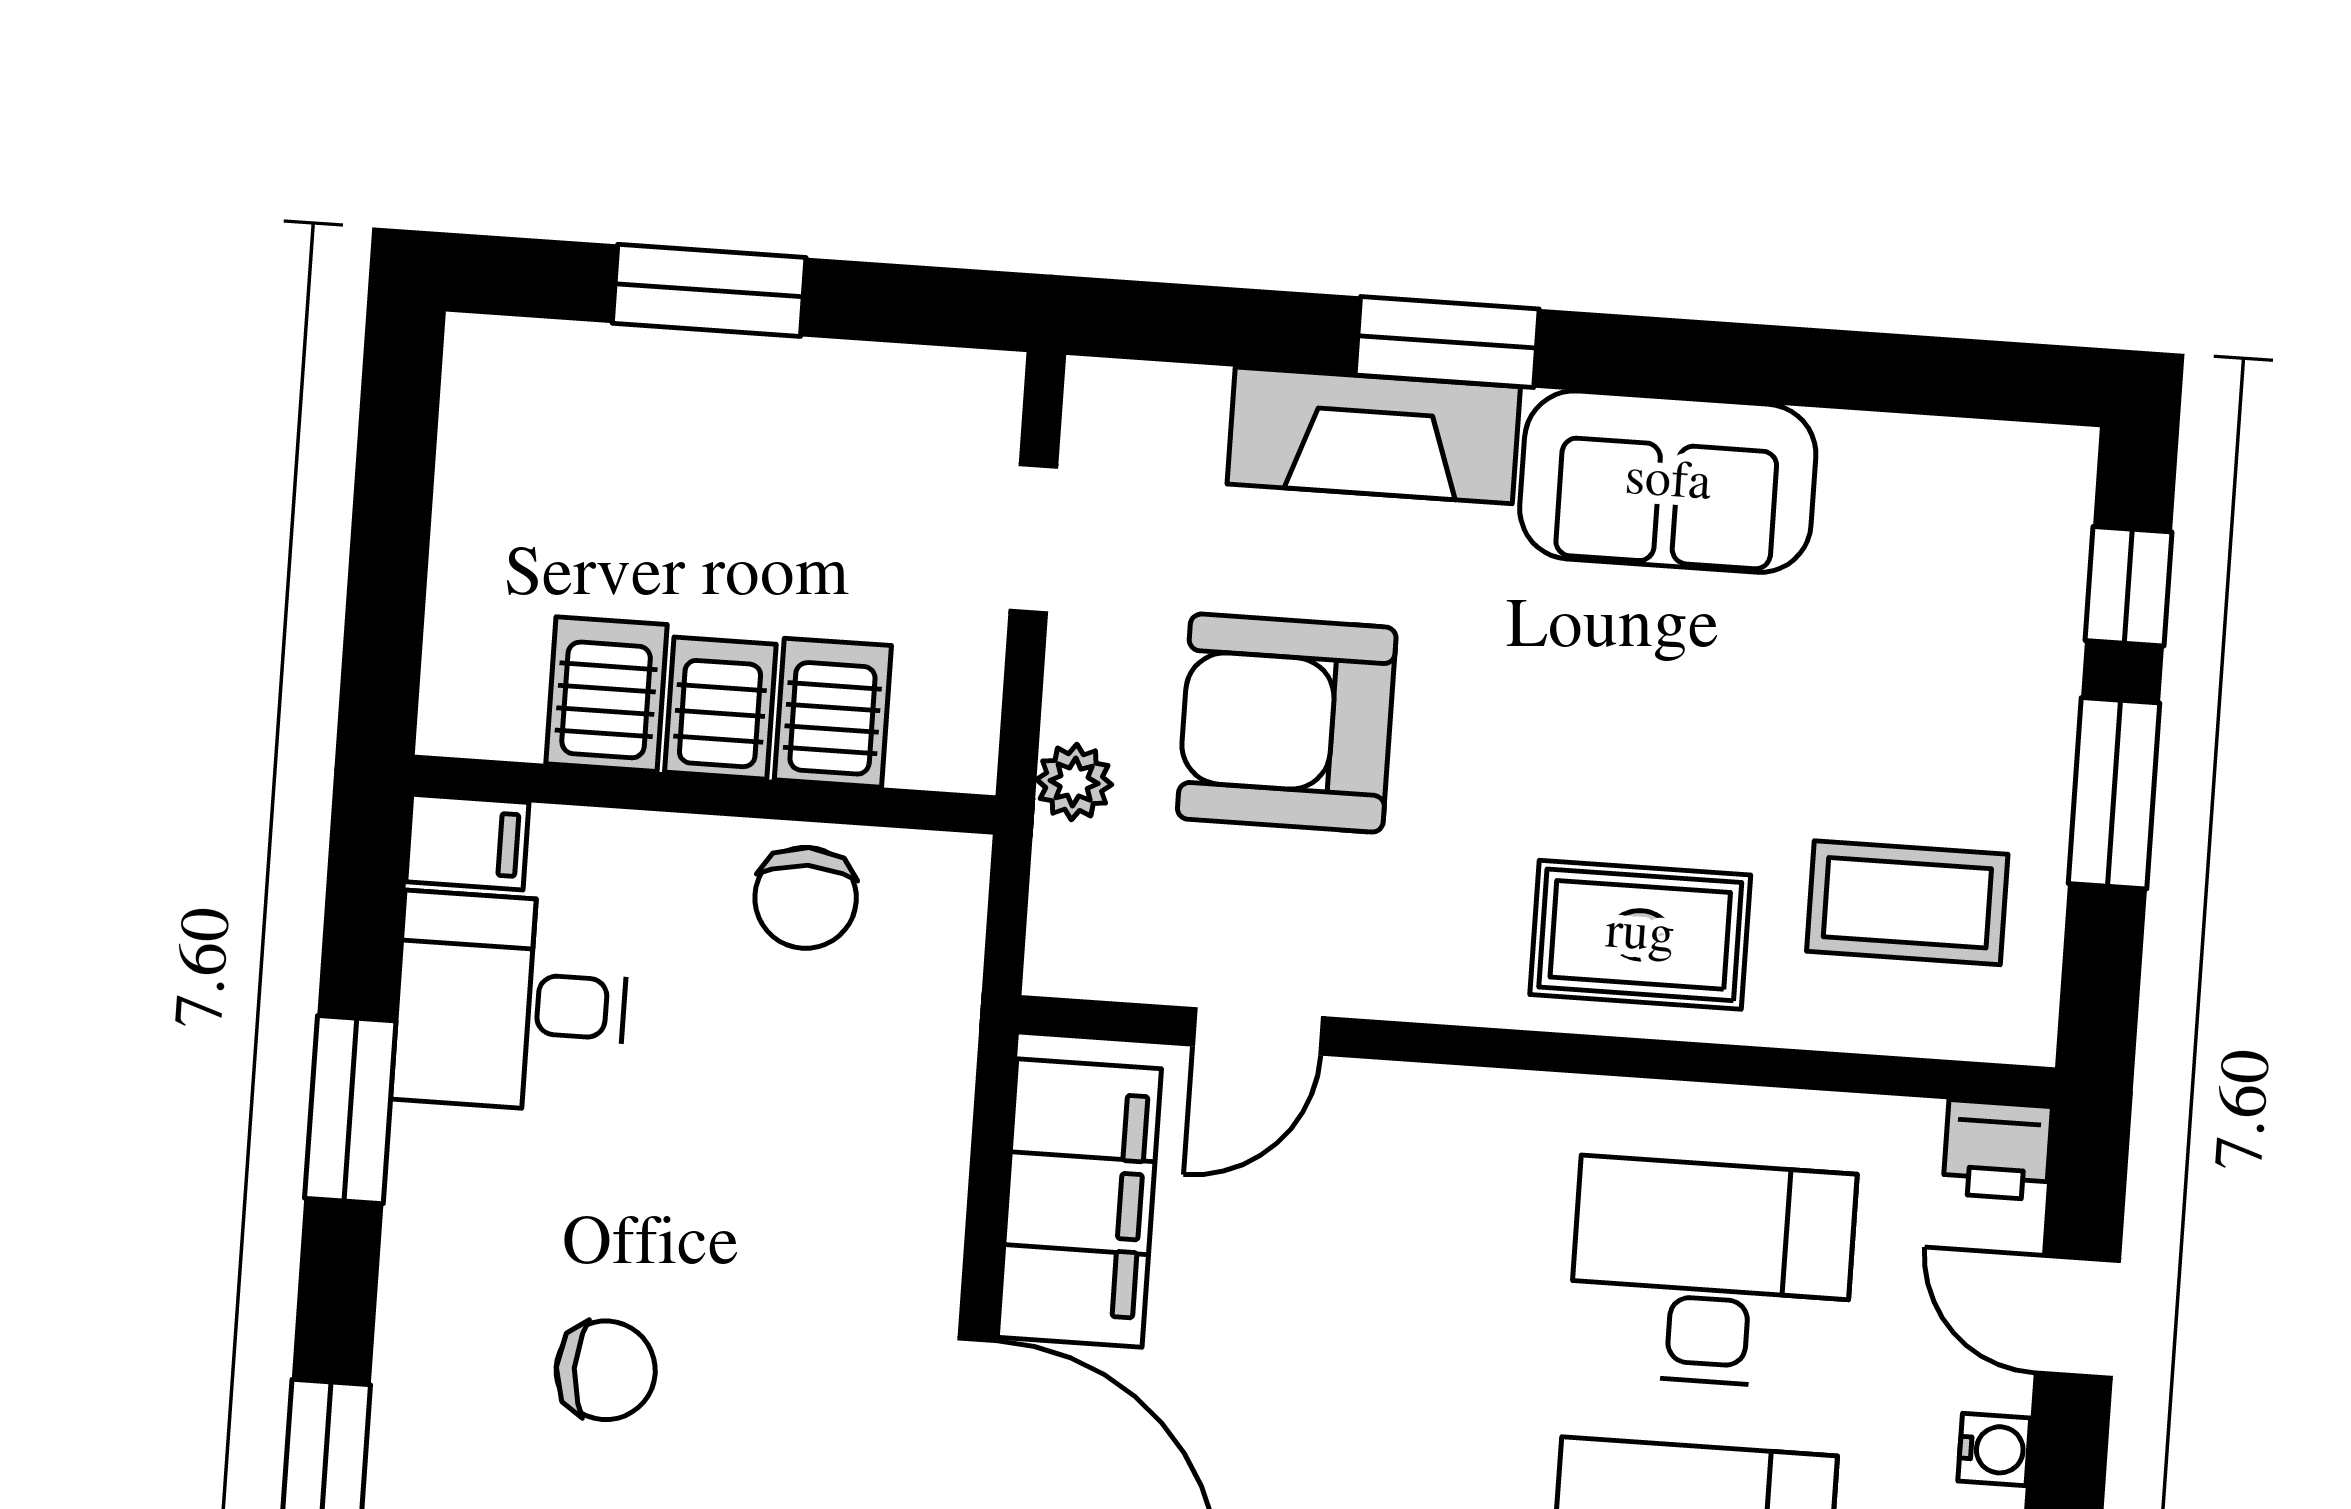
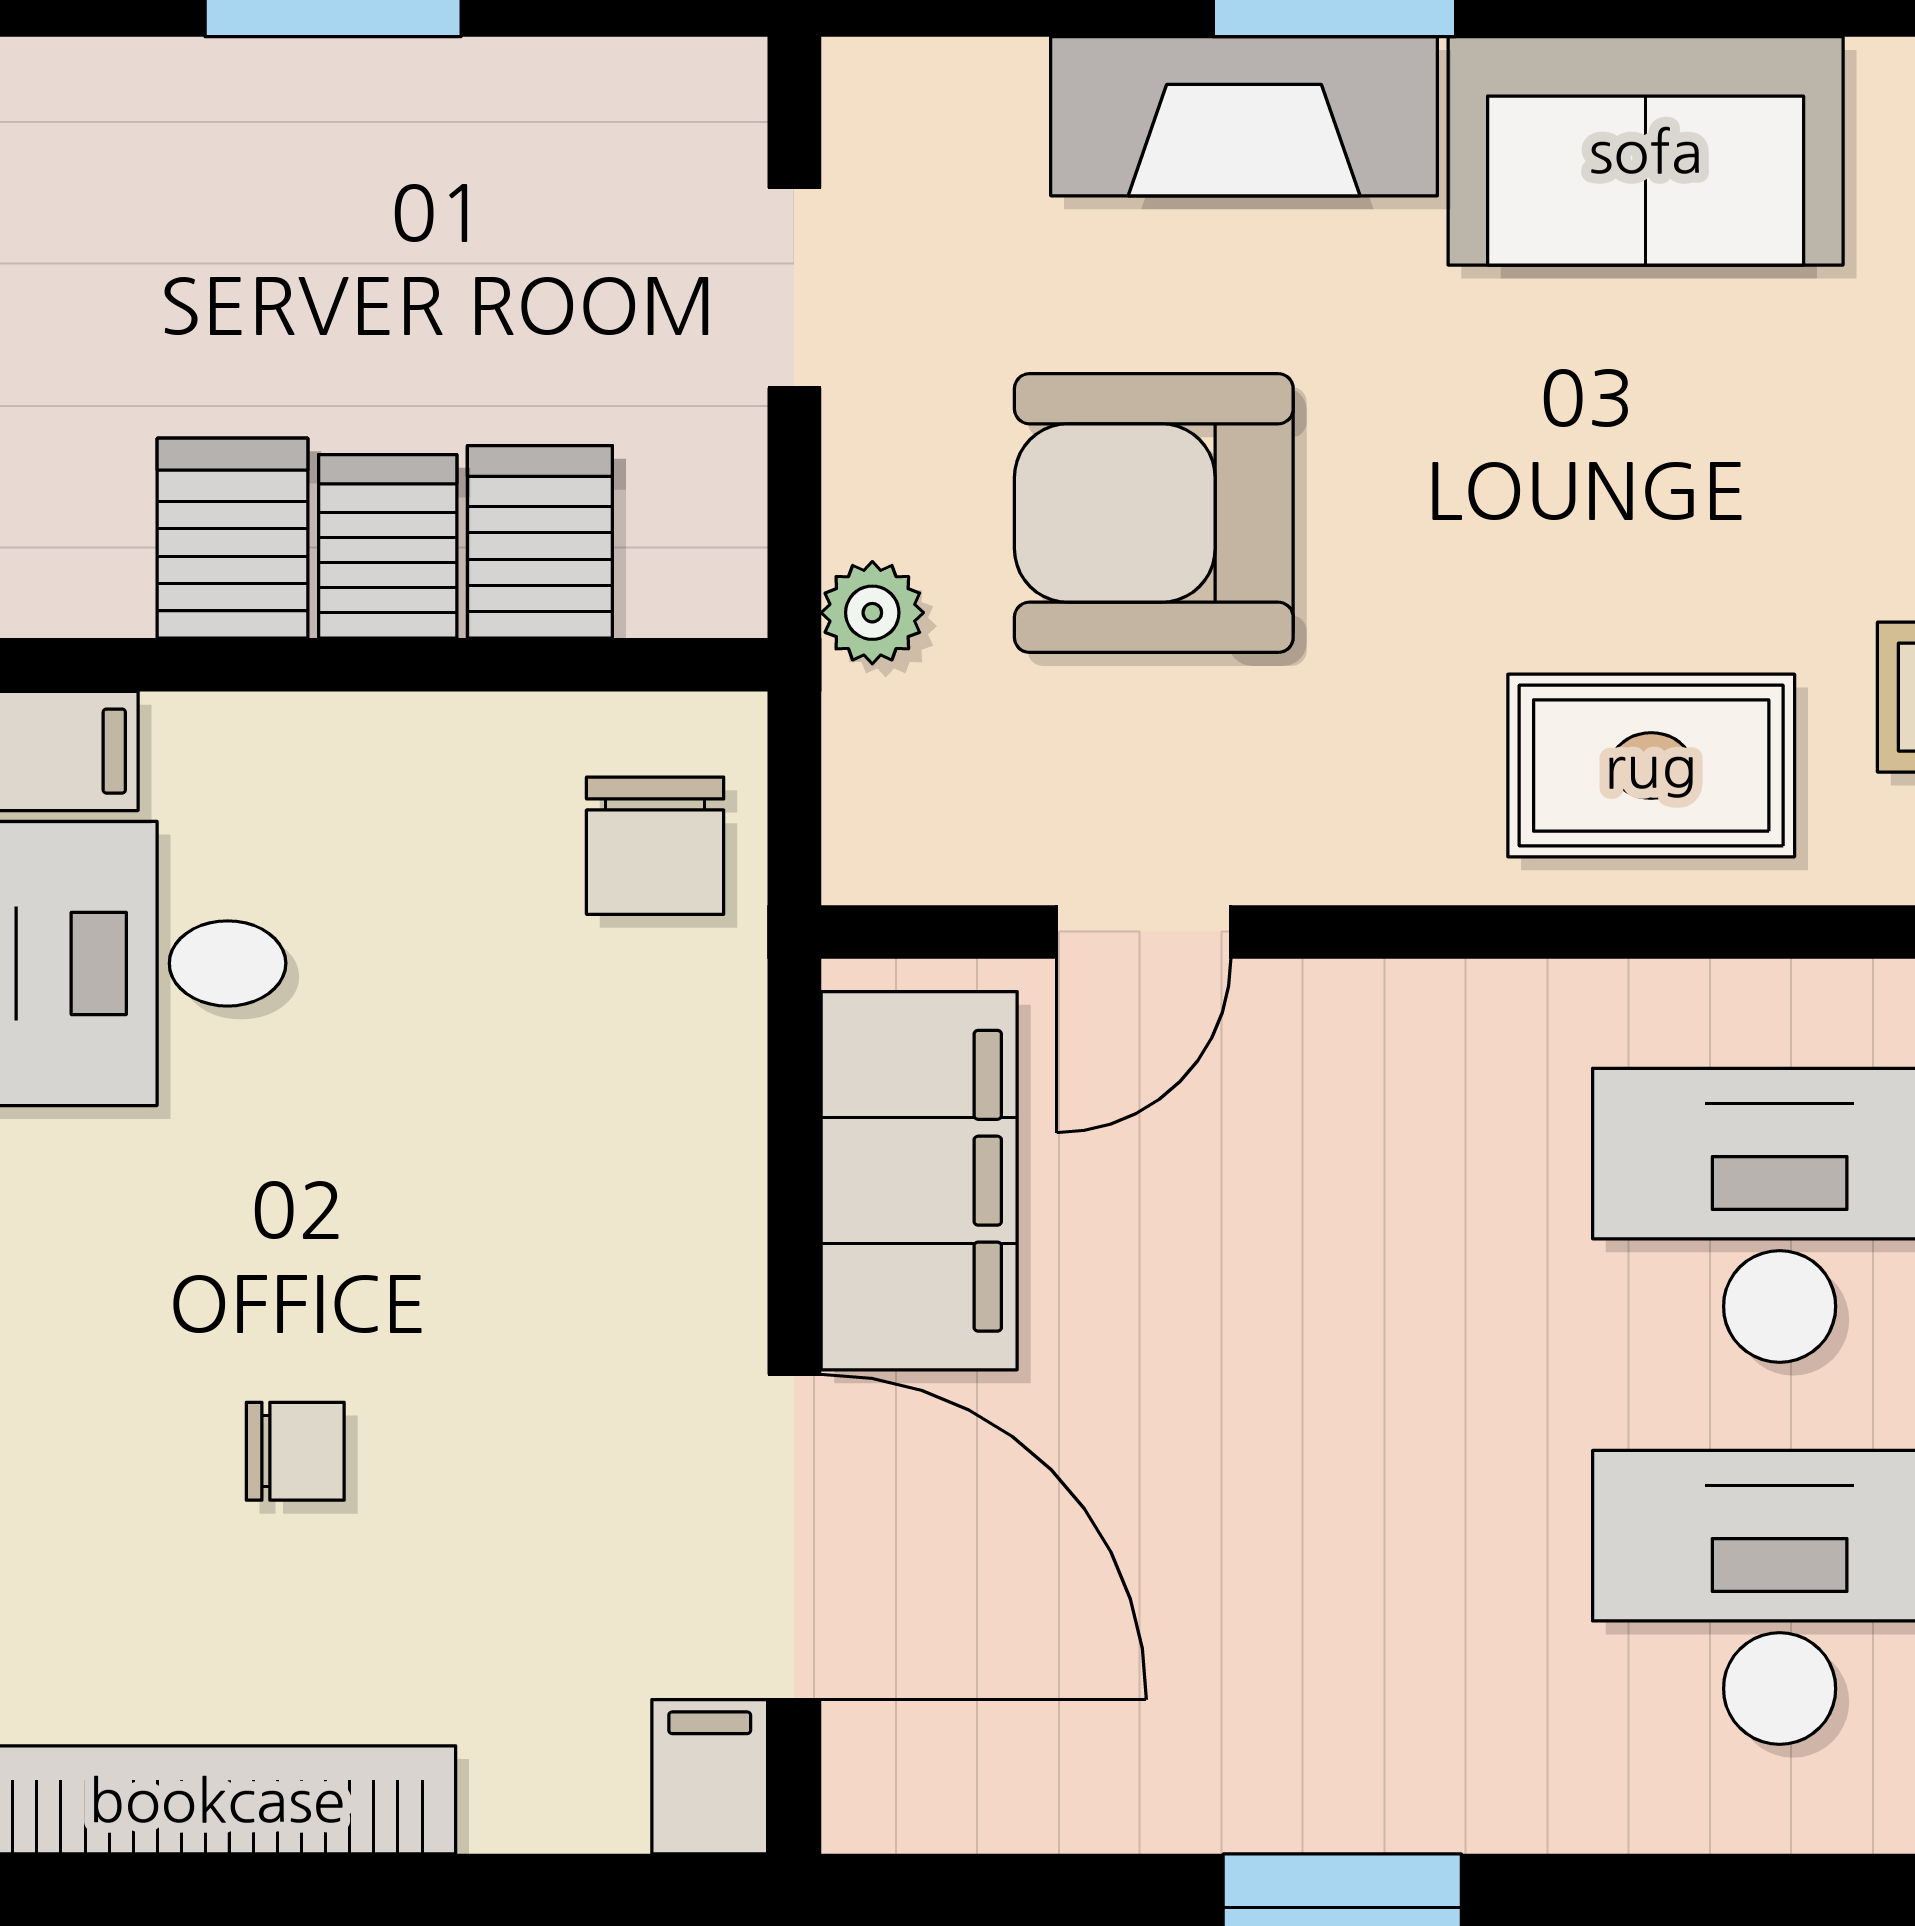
chair: (806, 898) -> (655, 846), moved
chair: (606, 1370) -> (295, 1451), width x0.73, depth x0.73

